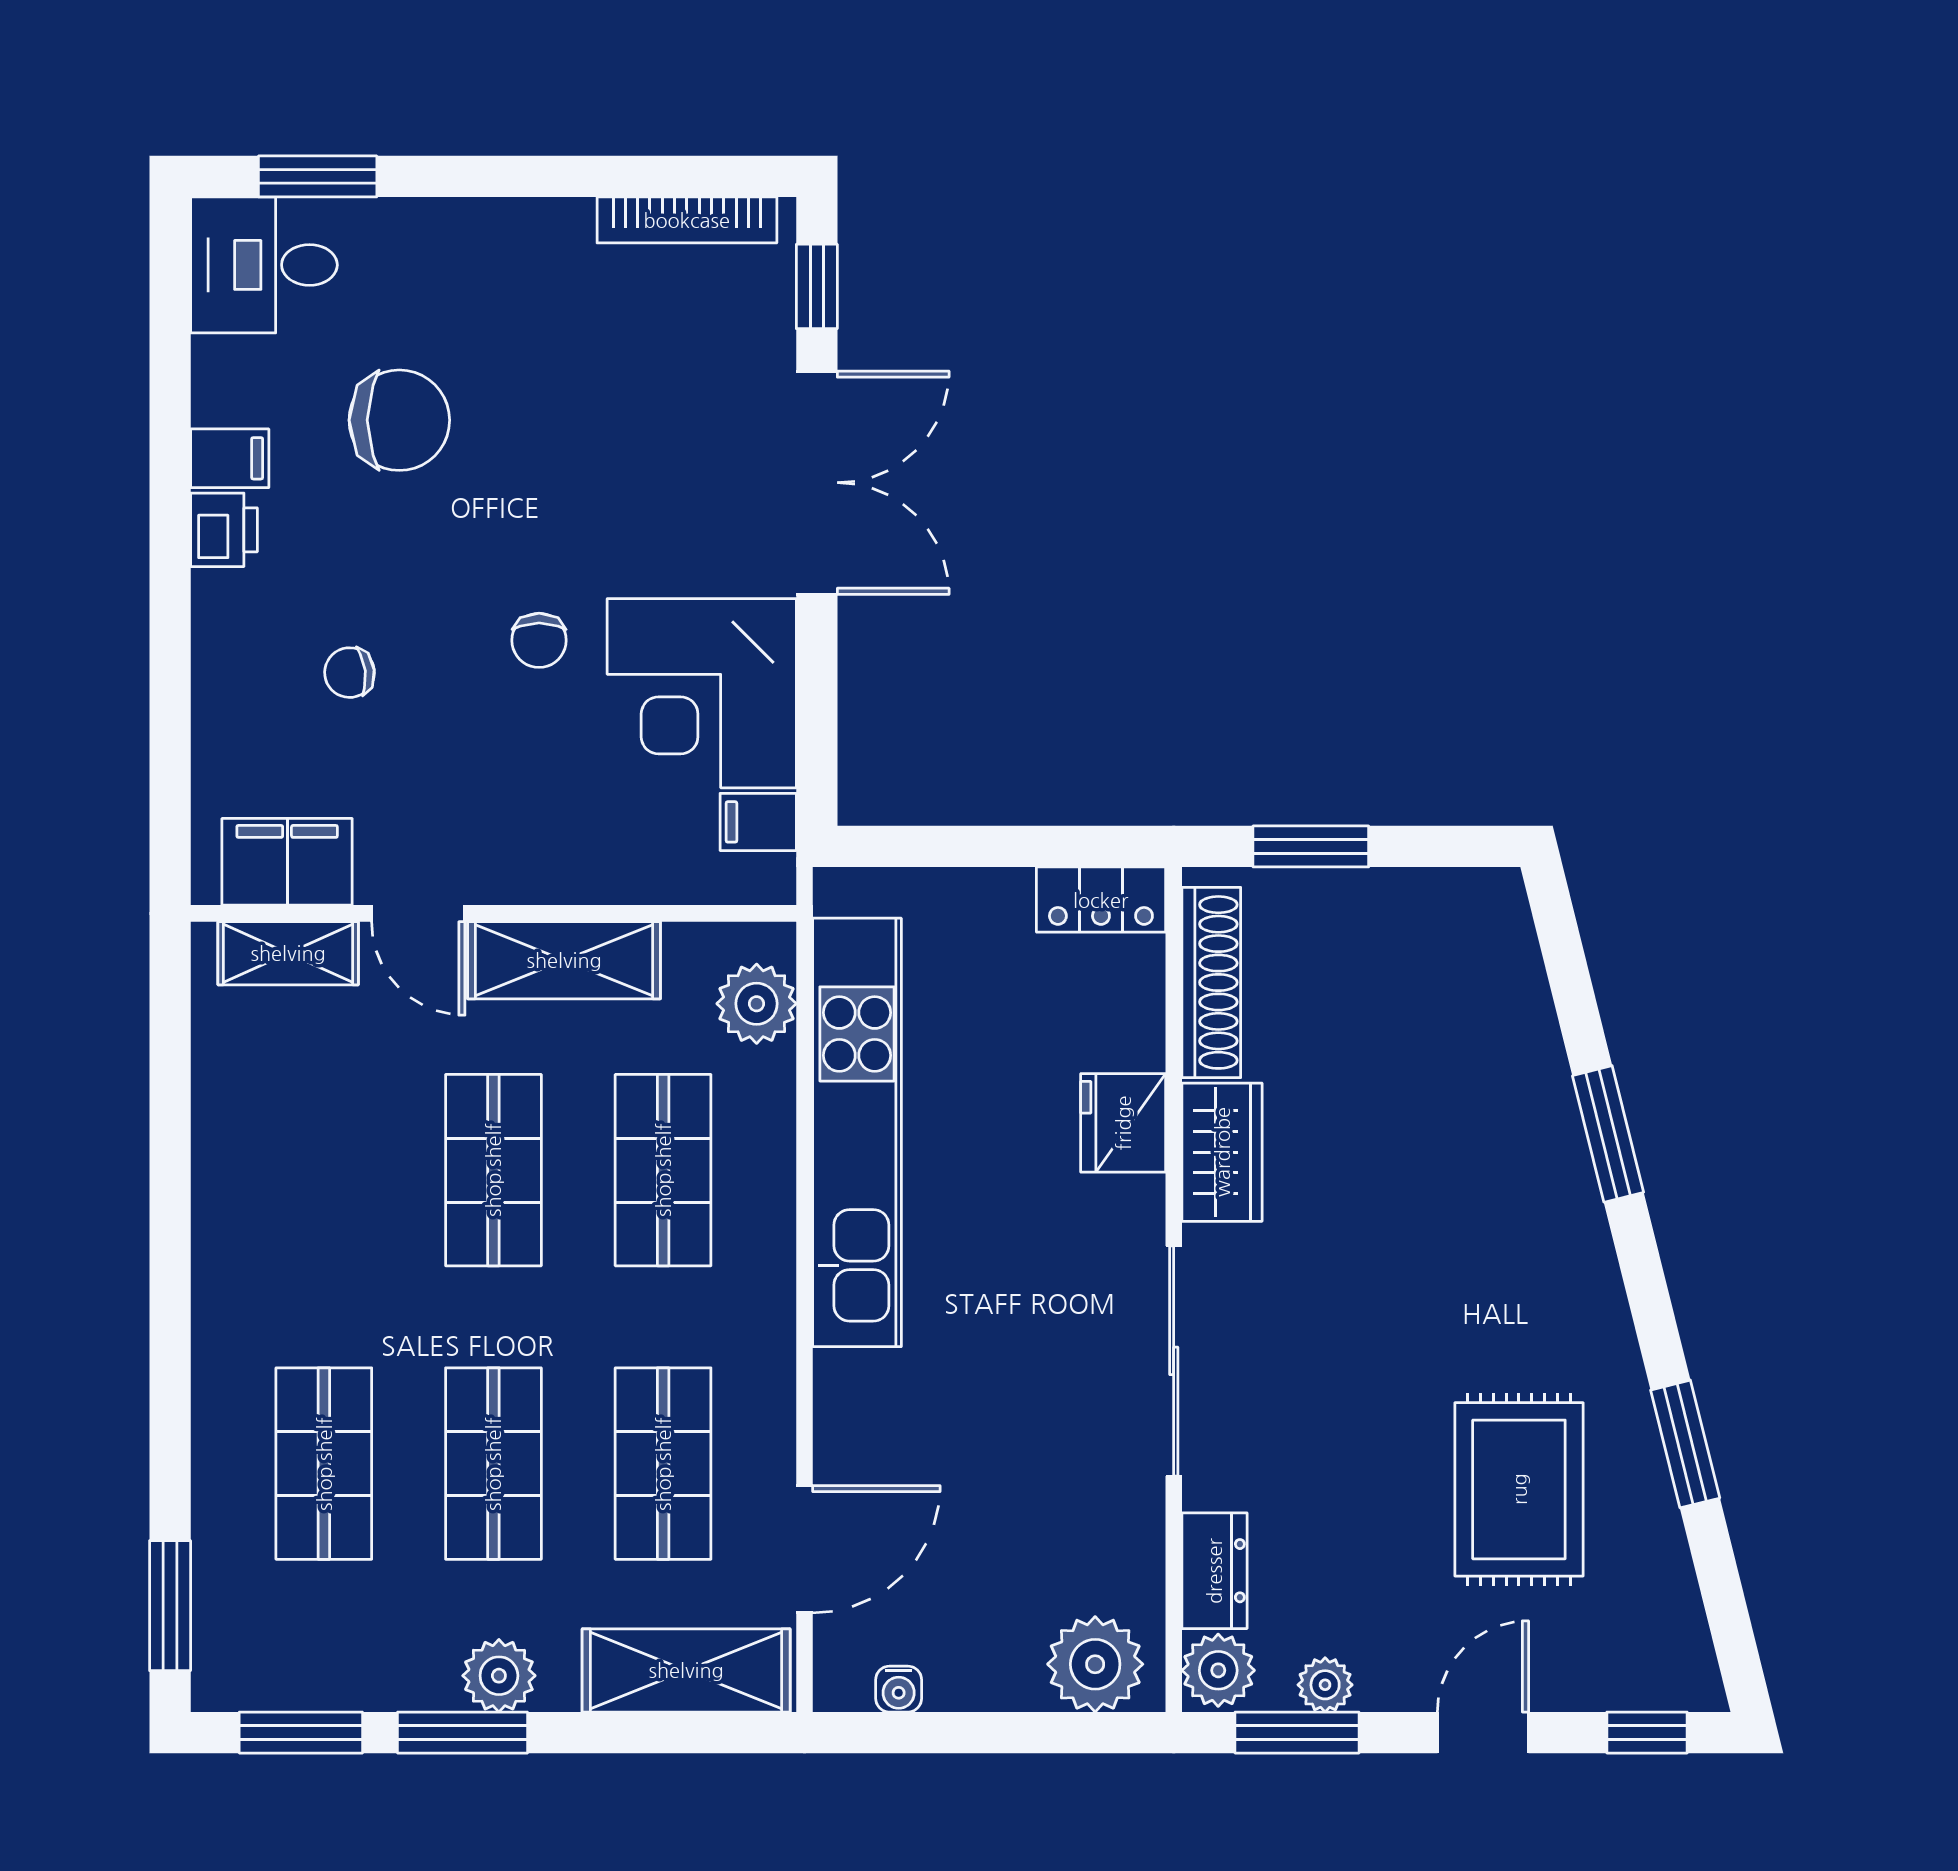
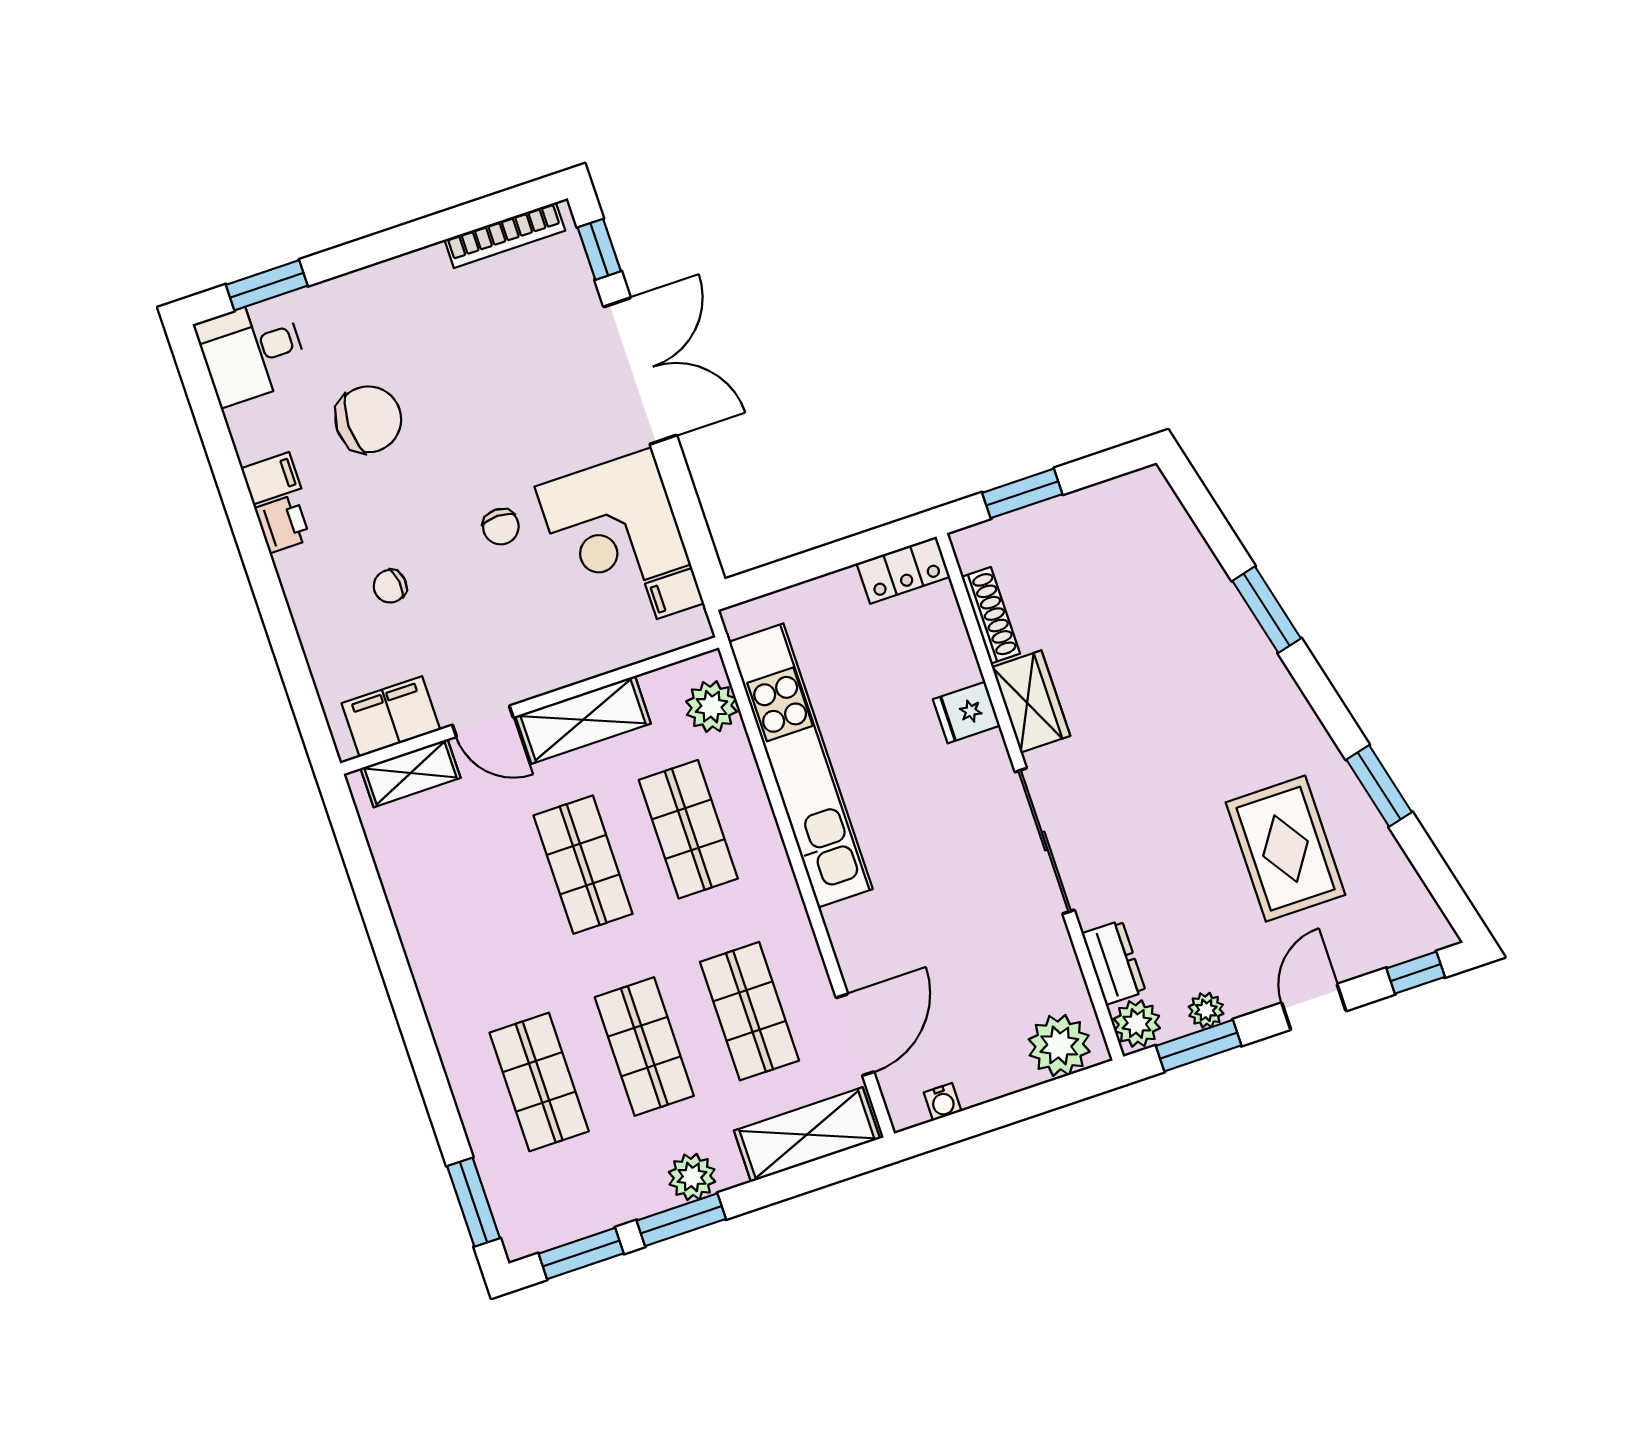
shoe rack: (1211, 982) -> (991, 615), width x0.74, depth x0.81
fridge: (1123, 1123) -> (966, 712), width x0.72

